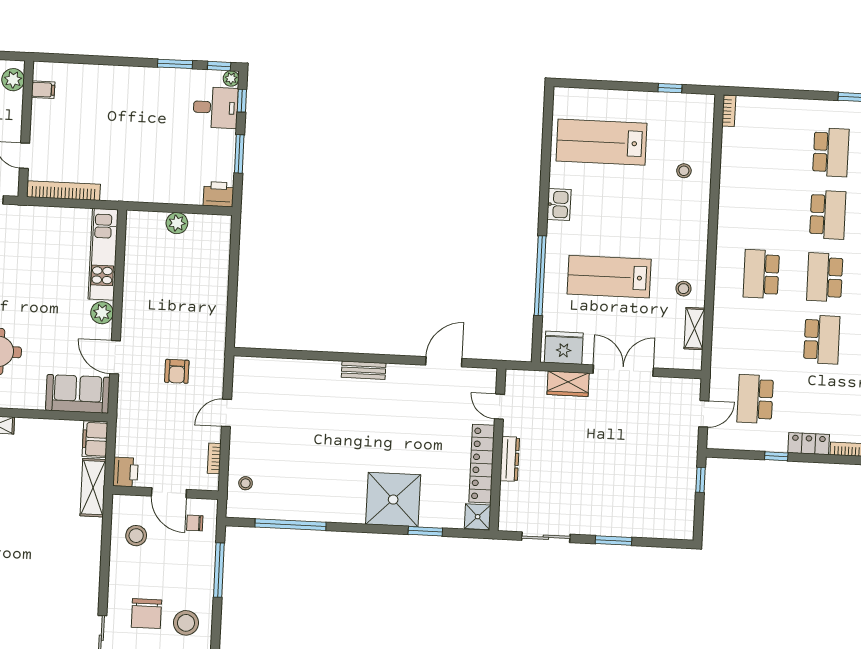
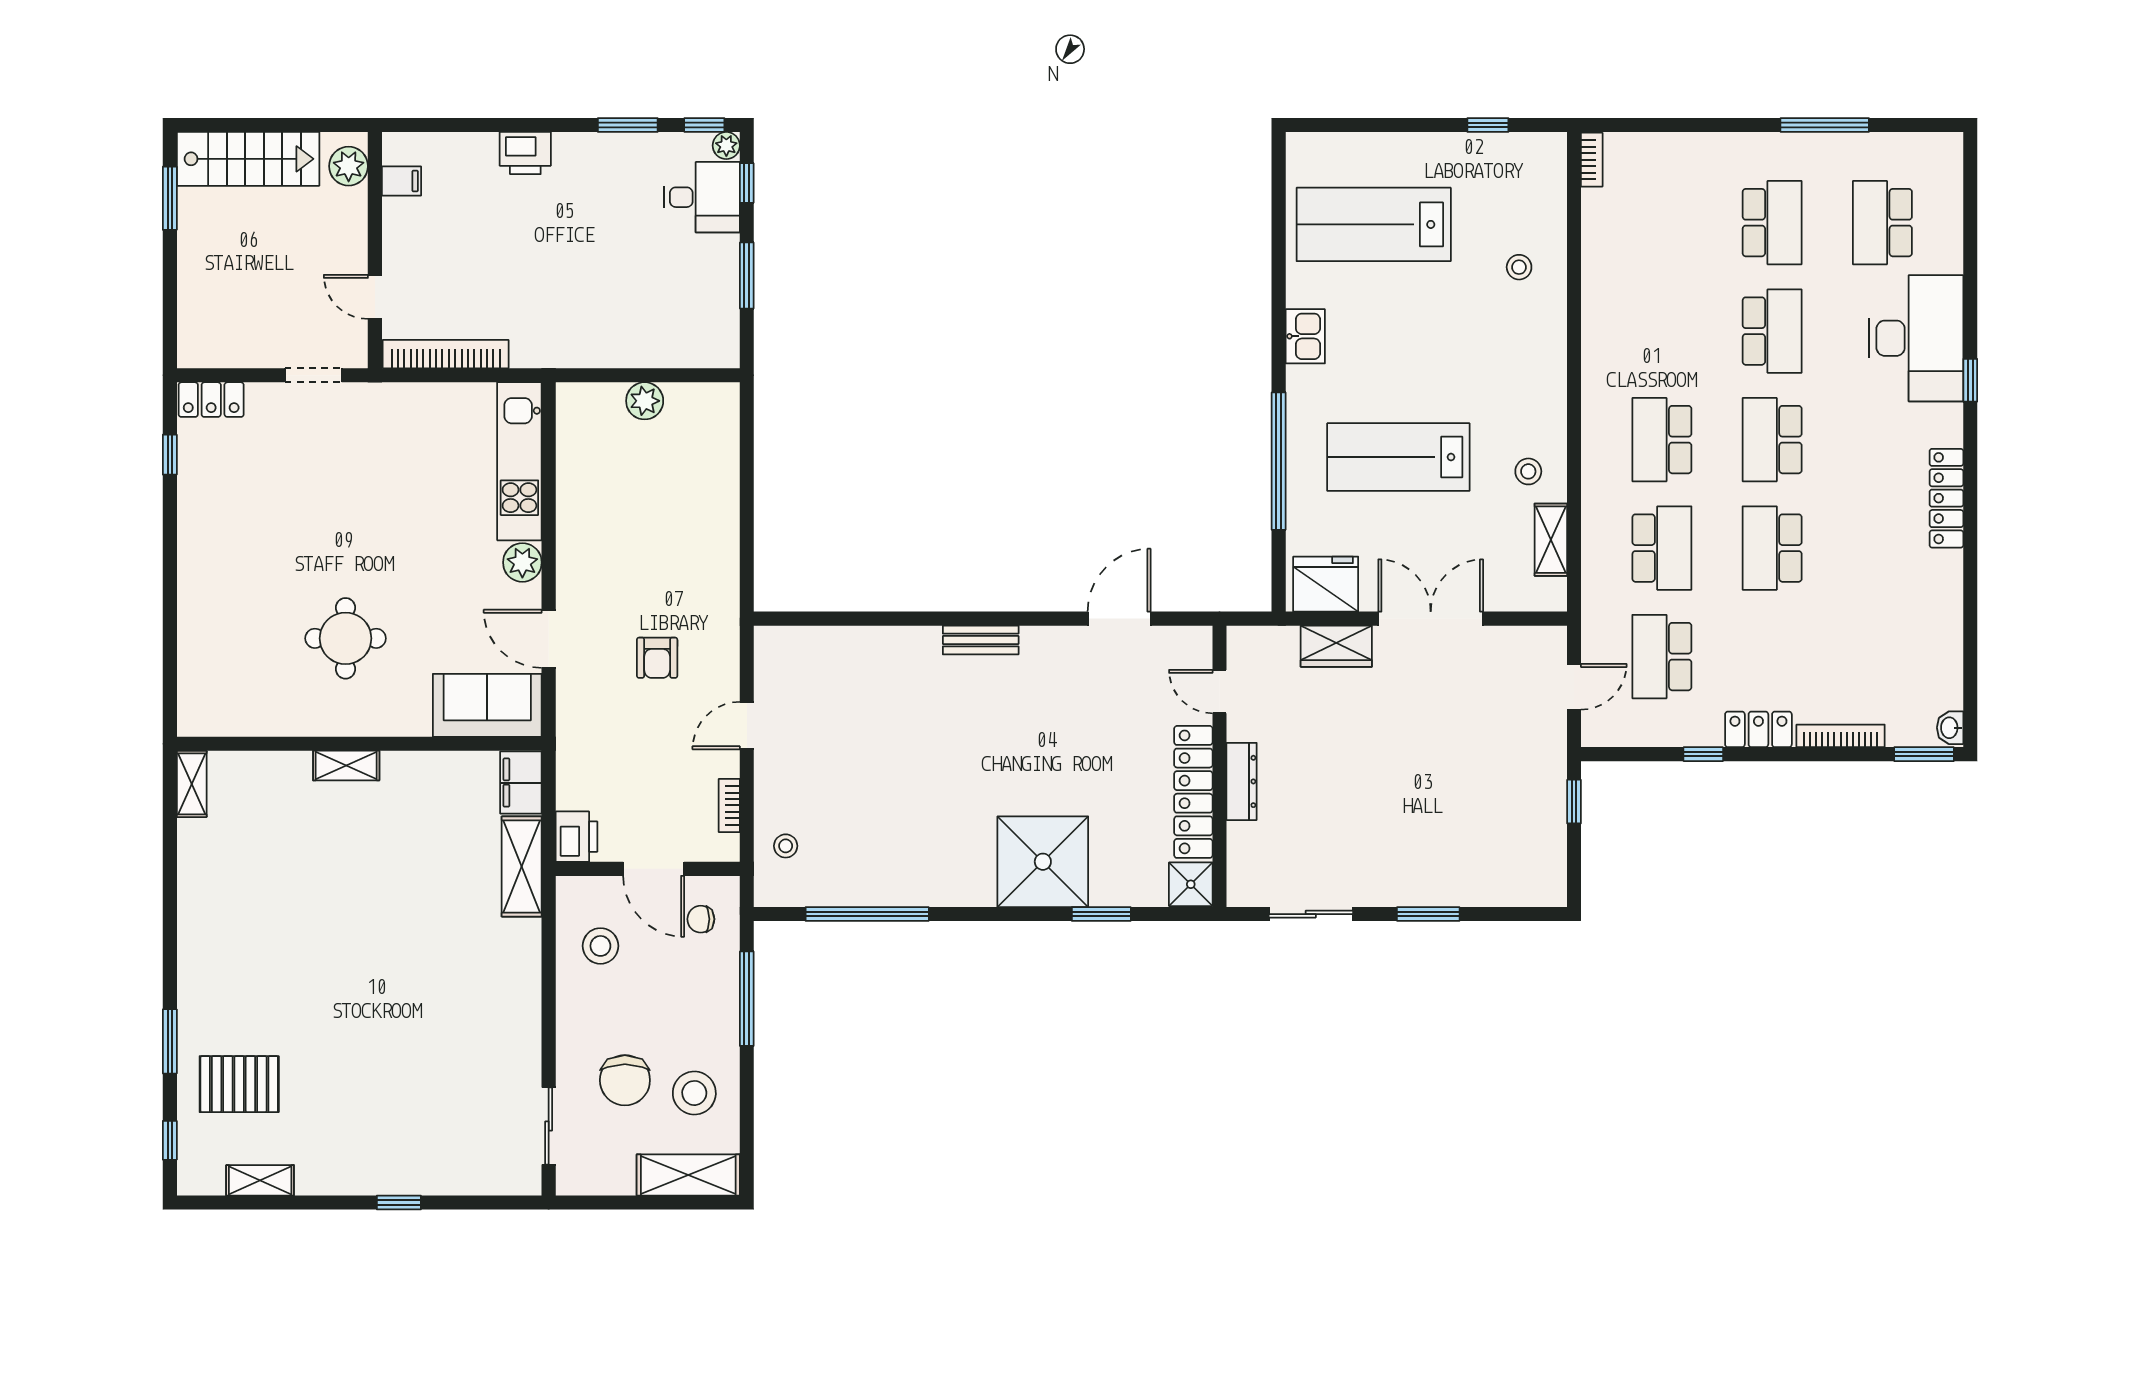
printer: (218, 194) -> (525, 153), moved, turned 180
school desk: (758, 336) -> (1662, 548), added
school desk: (822, 340) -> (1772, 548), turned 180

